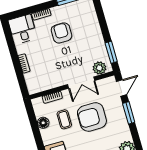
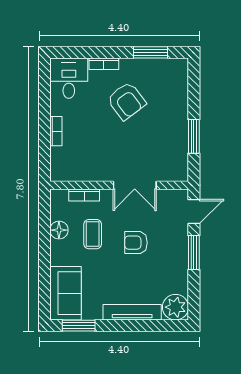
armchair: (61, 33) -> (126, 101), turned 143
window: (111, 52) -> (194, 136), moved
plant: (99, 68) -> (169, 171), removed
armchair: (92, 117) -> (136, 243), width x0.53, depth x0.53

